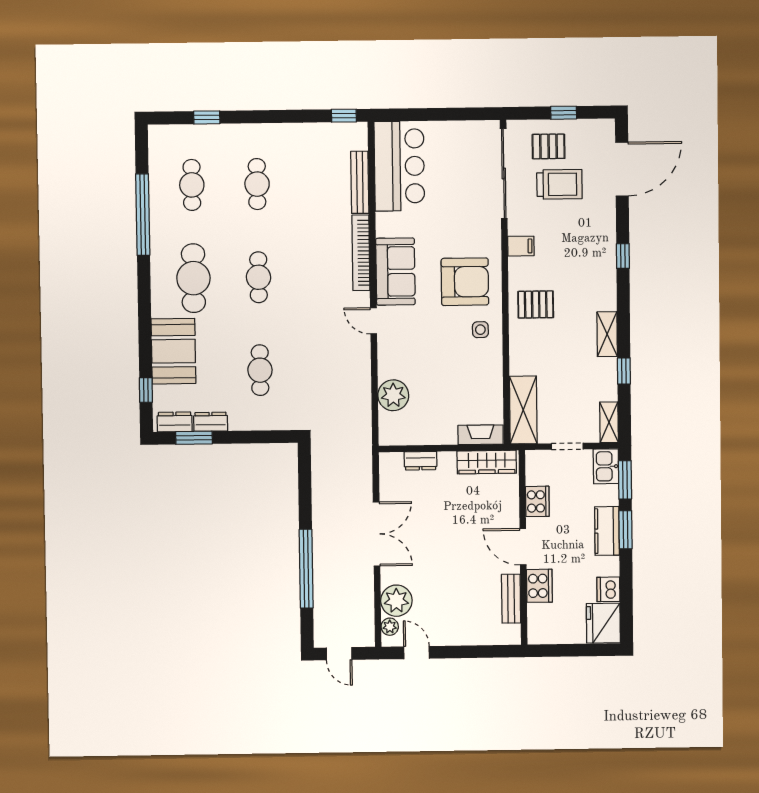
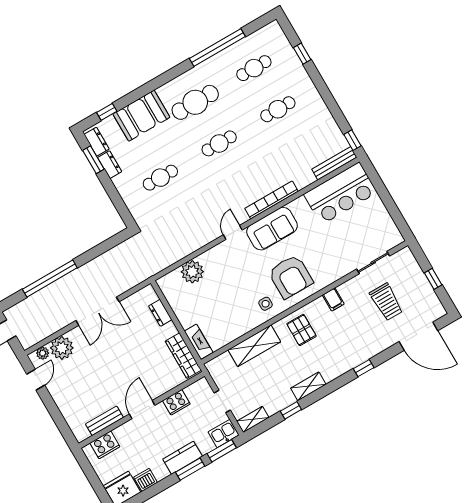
pallet: (549, 146) -> (406, 281), removed
sliding door: (504, 174) -> (373, 262), width x0.54
bench: (360, 182) -> (334, 163), moved
shelving: (523, 410) -> (254, 346), moved
cooker: (539, 586) -> (105, 445), moved

